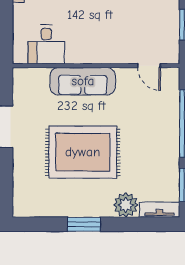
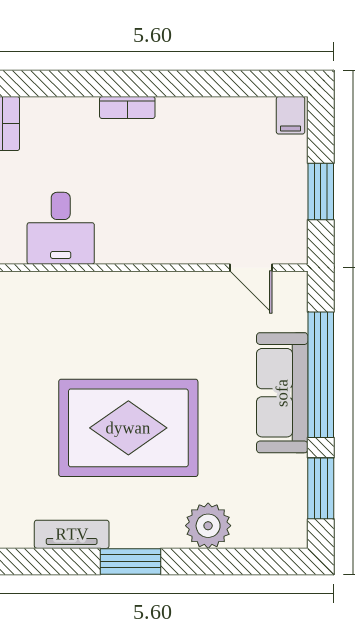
sofa: (83, 81) -> (282, 393), moved, turned 90
tv unit: (160, 210) -> (72, 534), moved

